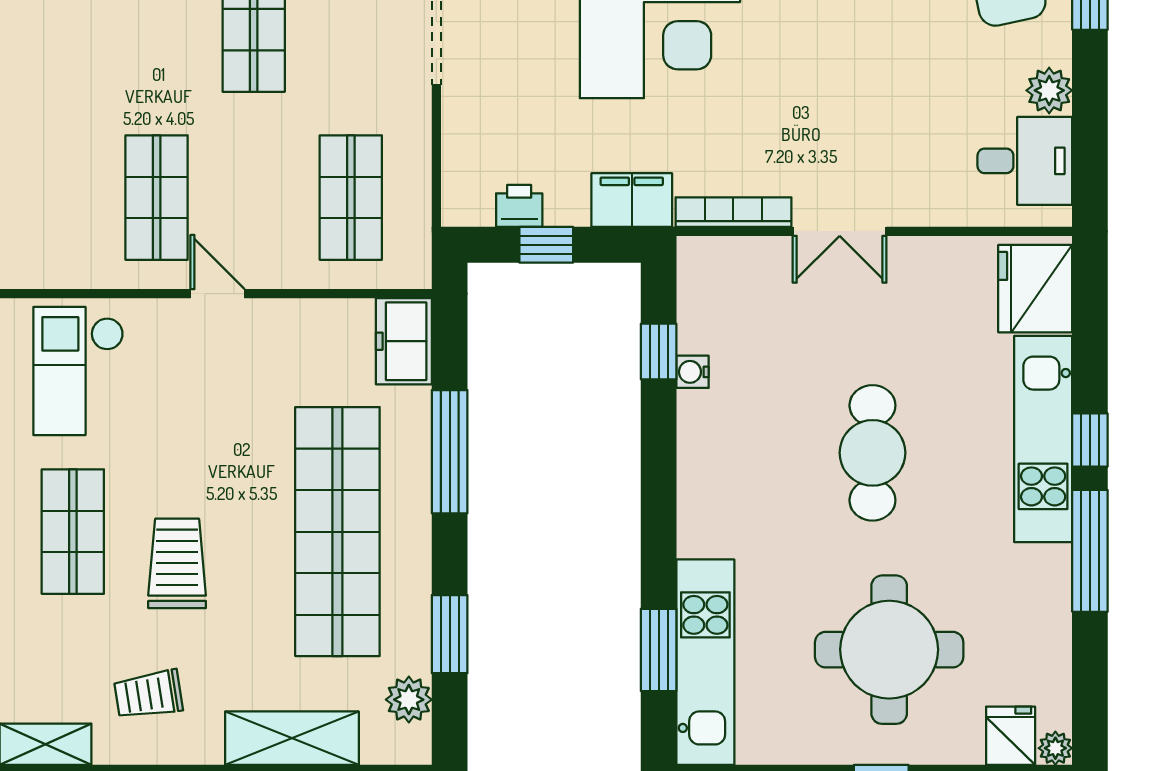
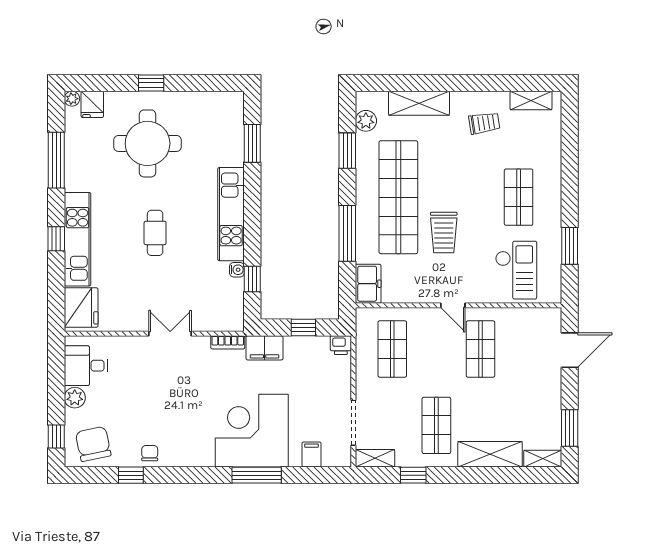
printer: (519, 206) -> (341, 345), moved
bookcase: (733, 212) -> (228, 342), width x0.64
cafe table: (872, 453) -> (155, 233), width x0.73, depth x0.74
window: (1090, 551) -> (56, 160), moved
trolley: (177, 563) -> (444, 233), moved
kitchen unit: (705, 662) -> (231, 214), moved

